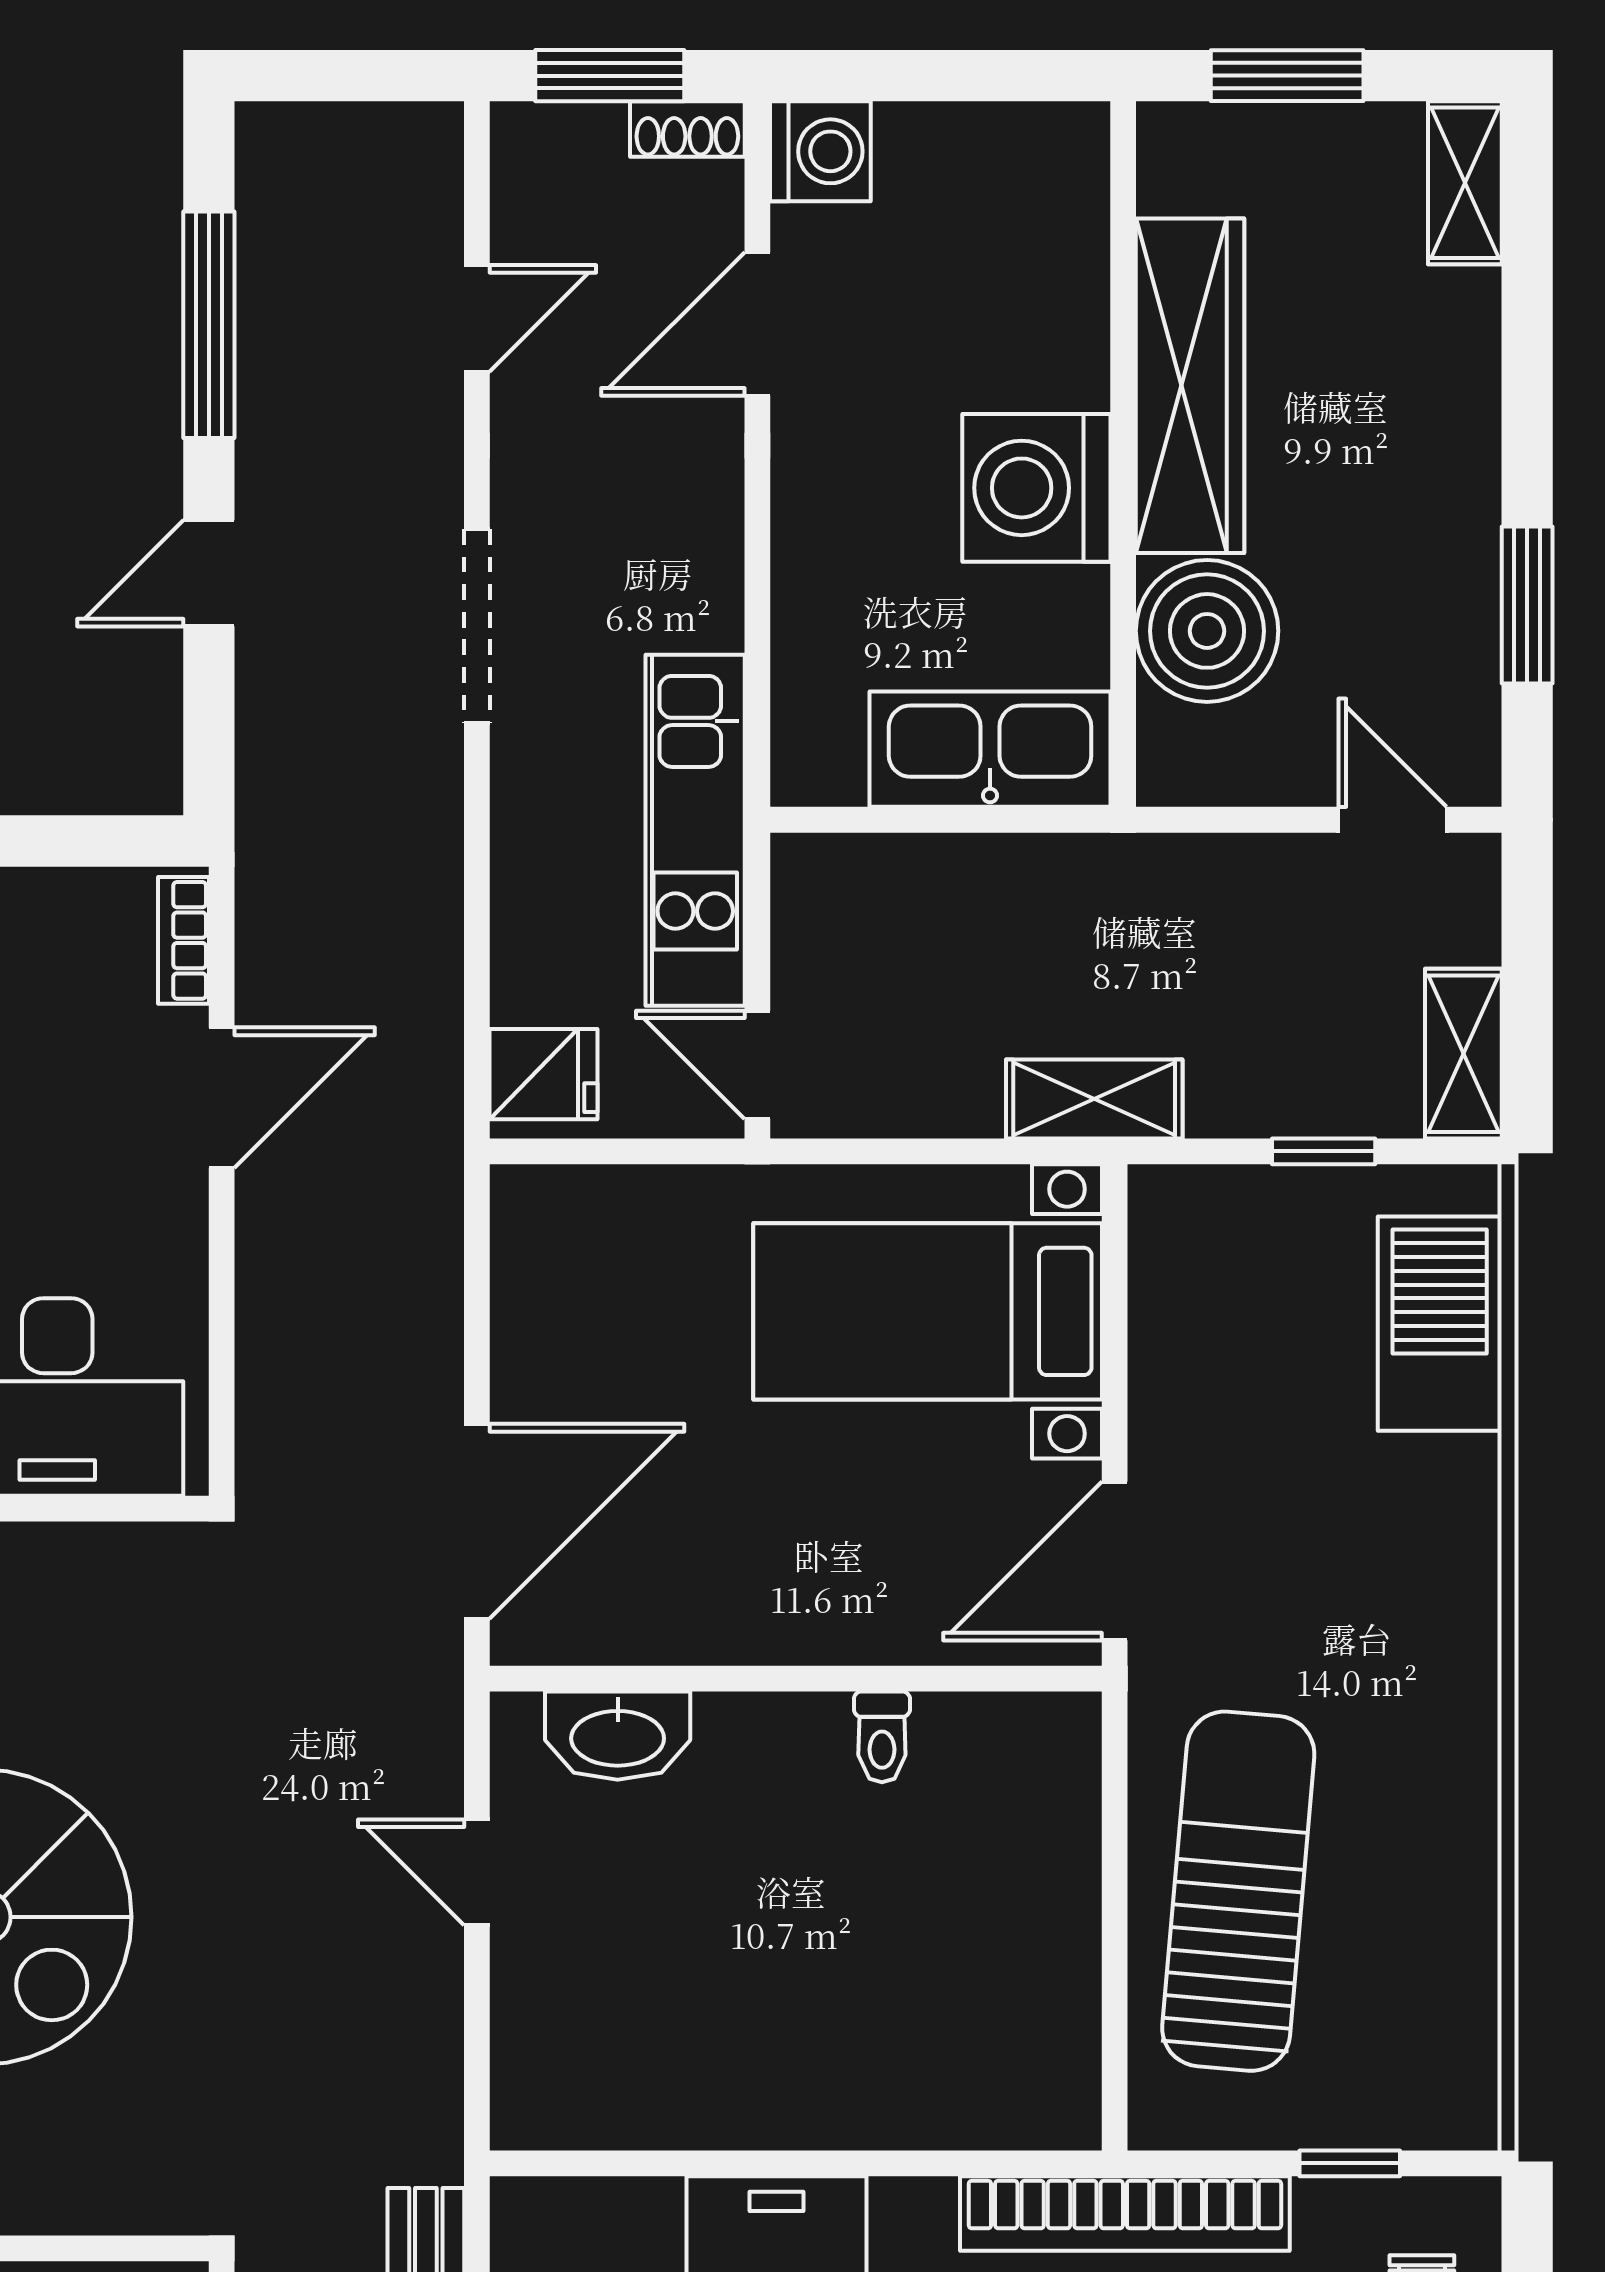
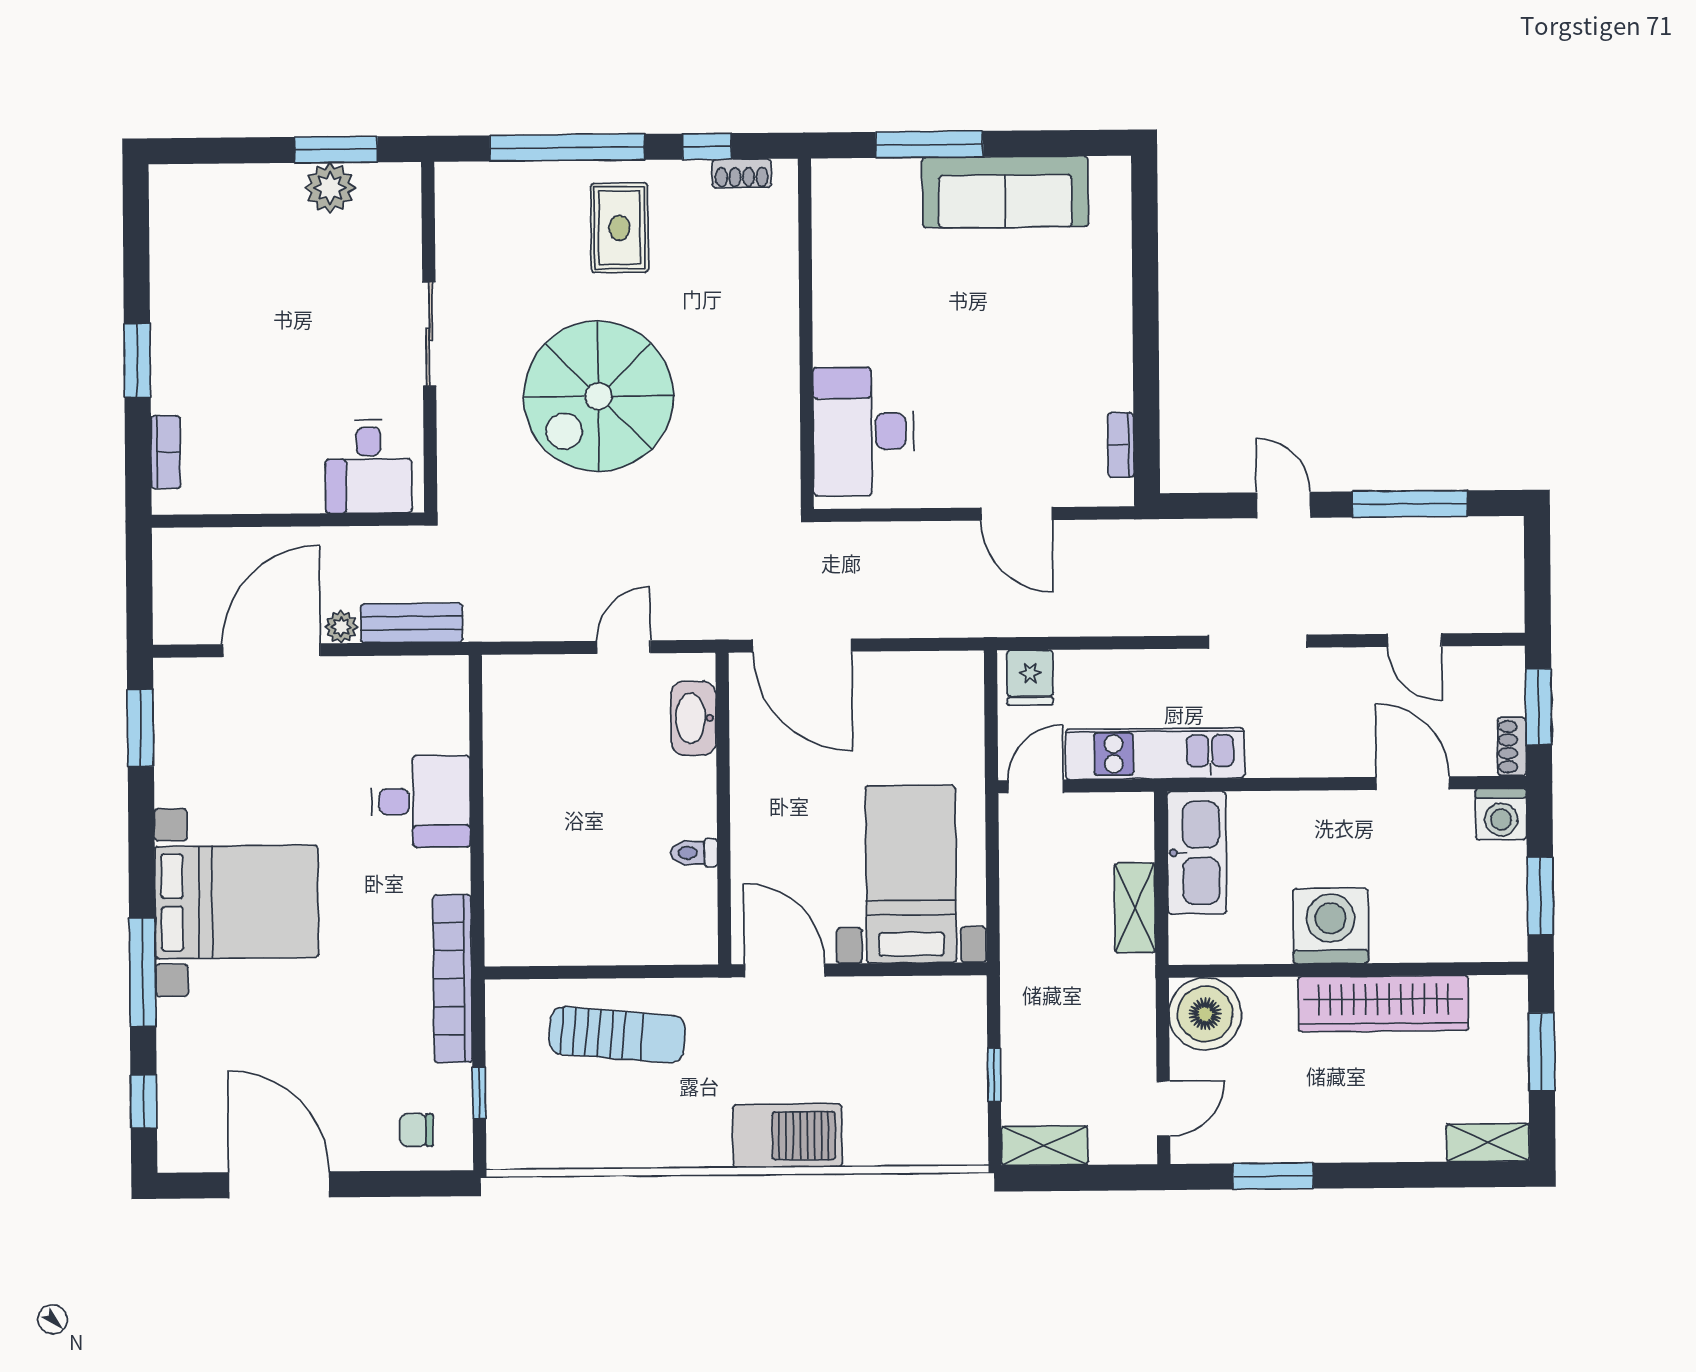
window: (982, 76) -> (1540, 896), added
boiler: (1207, 631) -> (1205, 1014), moved
kitchen sink: (990, 749) -> (1197, 853), moved
bookcase: (184, 940) -> (1121, 445), moved, turned -90
shelving: (1094, 1099) -> (1135, 908), moved
barbecue: (1440, 1324) -> (787, 1136), moved
sun lounger: (1238, 1891) -> (617, 1035), width x0.73, depth x0.75

